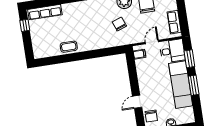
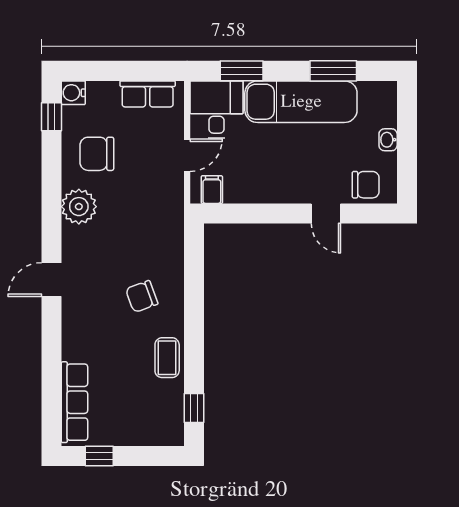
chair: (119, 24) -> (142, 296), moved
door: (152, 42) -> (187, 155), swing flipped
window: (50, 61) -> (194, 408), added
window: (194, 85) -> (333, 71), moved

